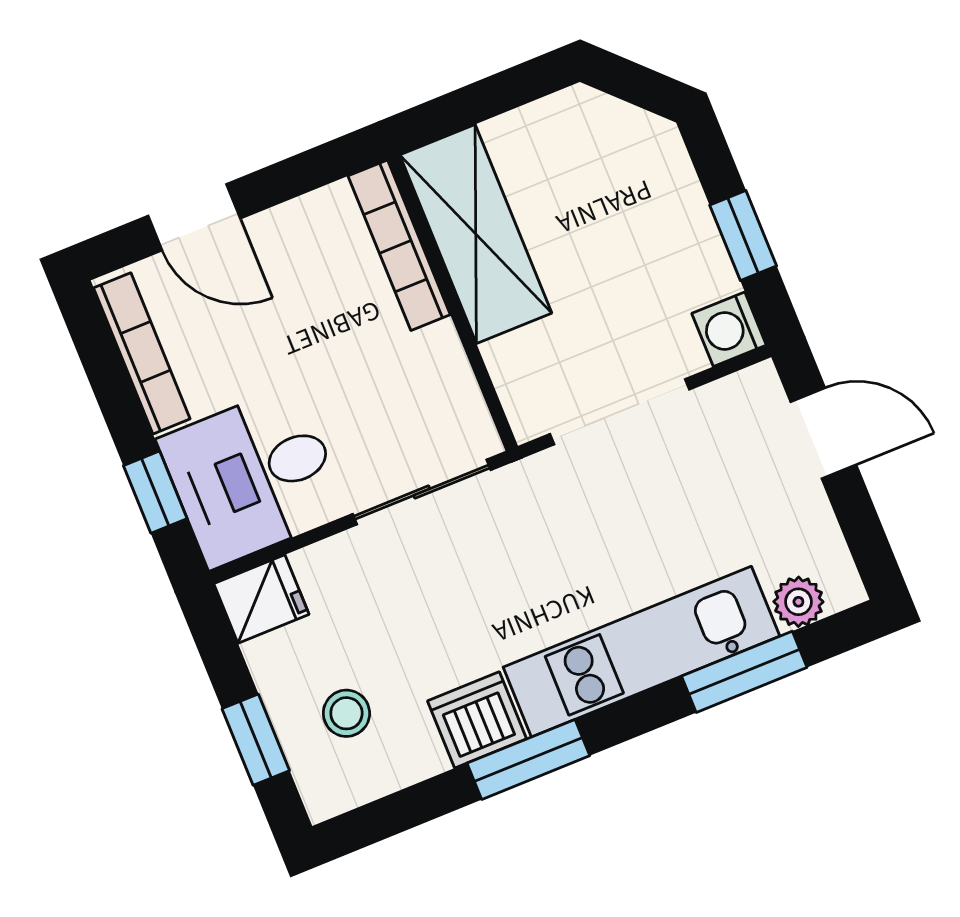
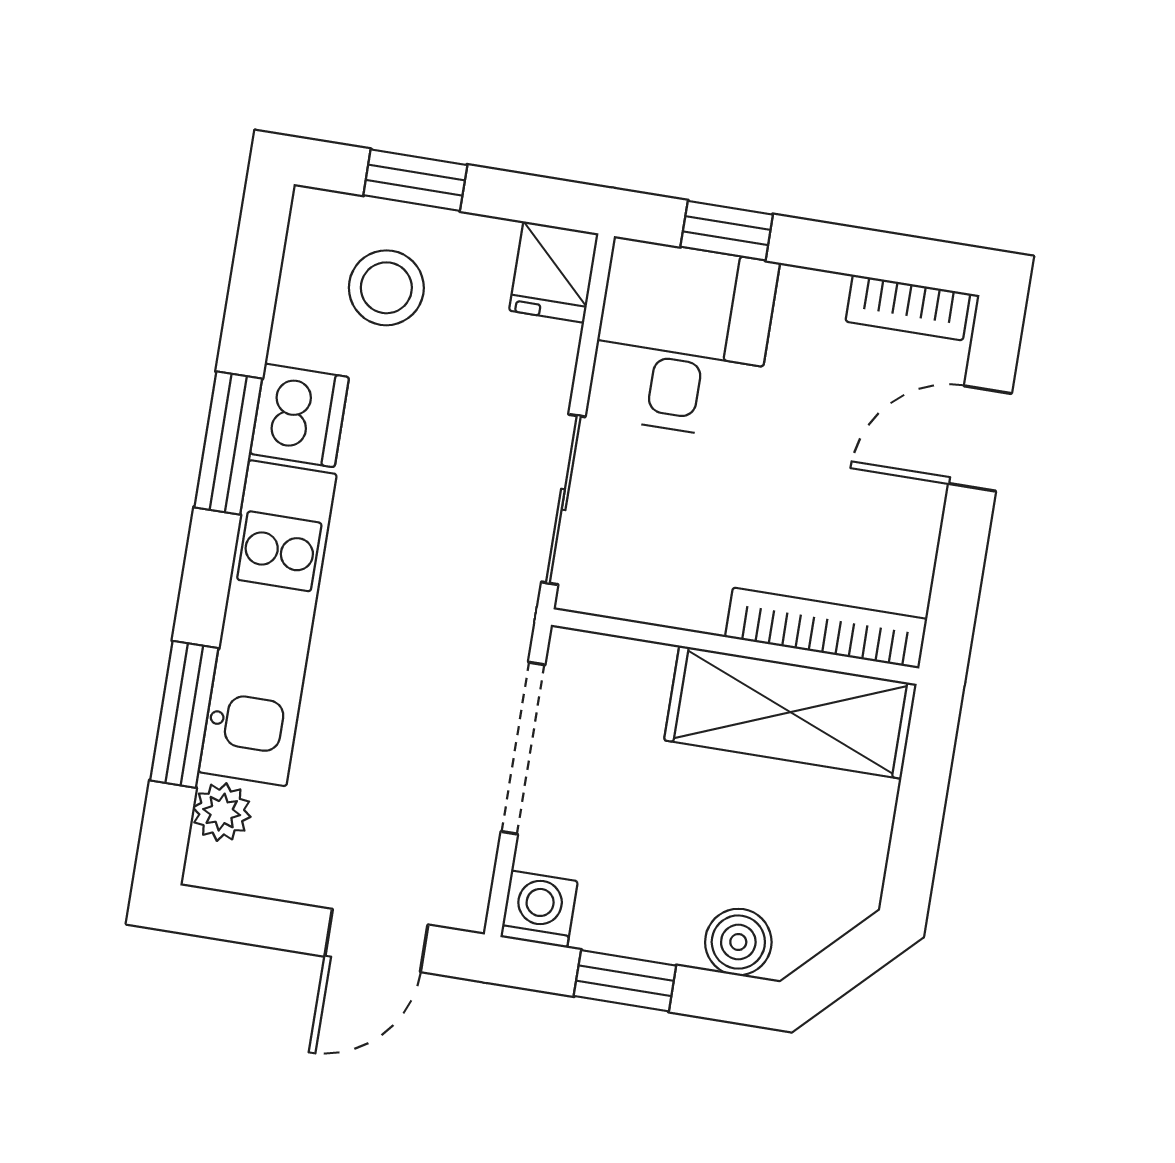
boiler: (665, 171) -> (738, 942), added
bookcase: (142, 353) -> (908, 308), width x0.64
stool: (346, 713) -> (386, 288), width x1.37, depth x1.37

